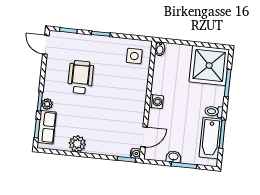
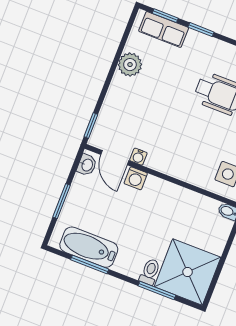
washing machine: (156, 102) -> (136, 178), moved
plant: (47, 104) -> (195, 38), removed
toilet: (214, 111) -> (150, 272), moved
water cooler: (136, 153) -> (138, 157), moved
washbasin: (174, 157) -> (87, 165), moved

